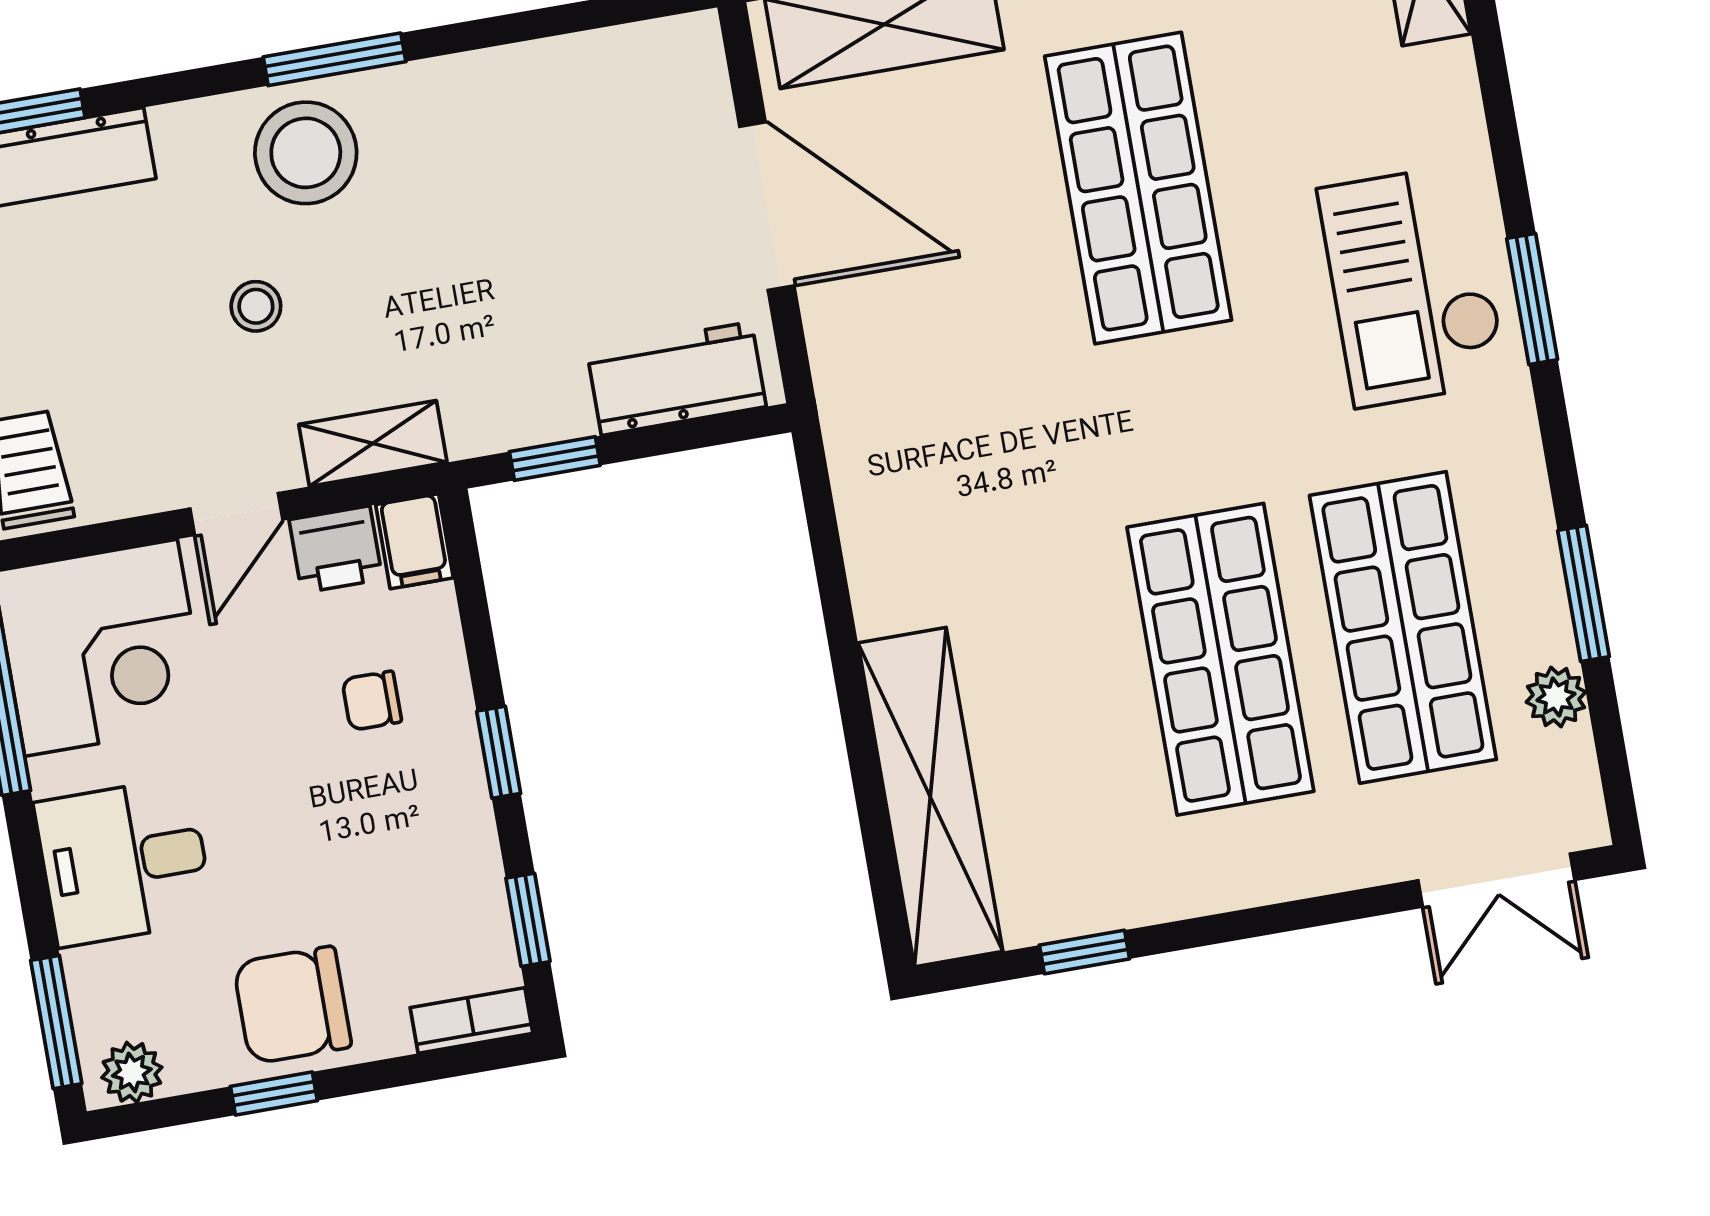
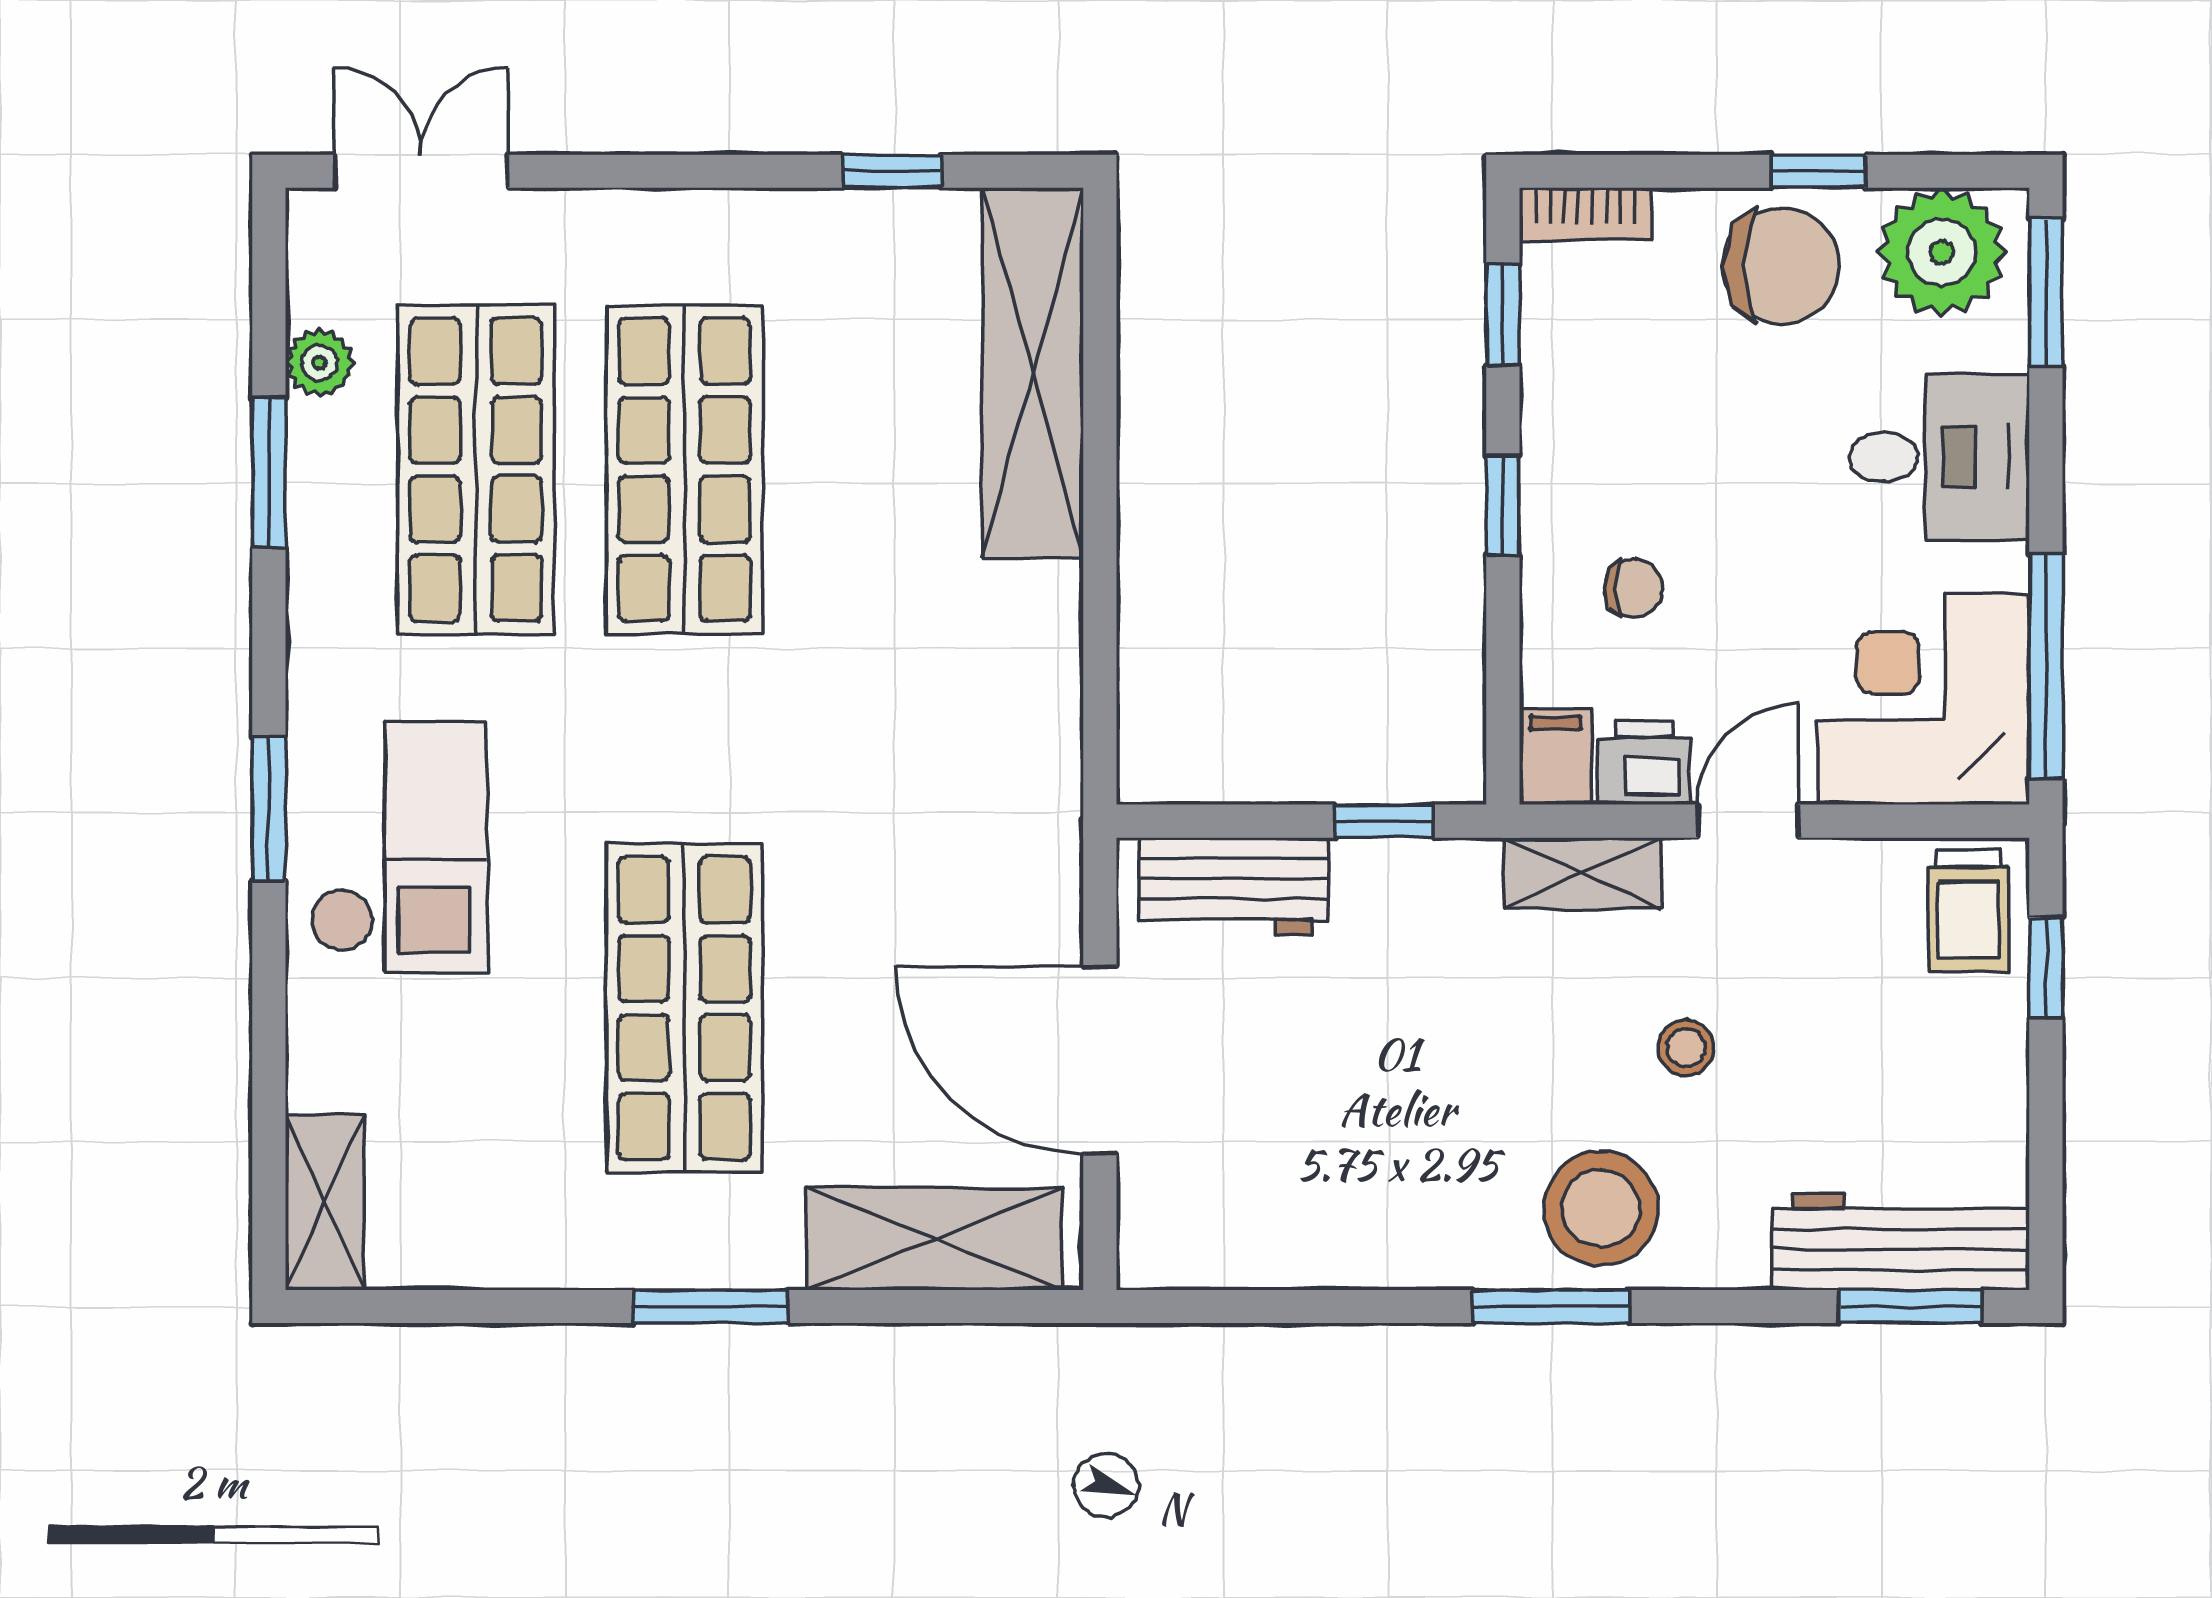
plant: (132, 1072) -> (1942, 252), width x1.88, depth x1.88

